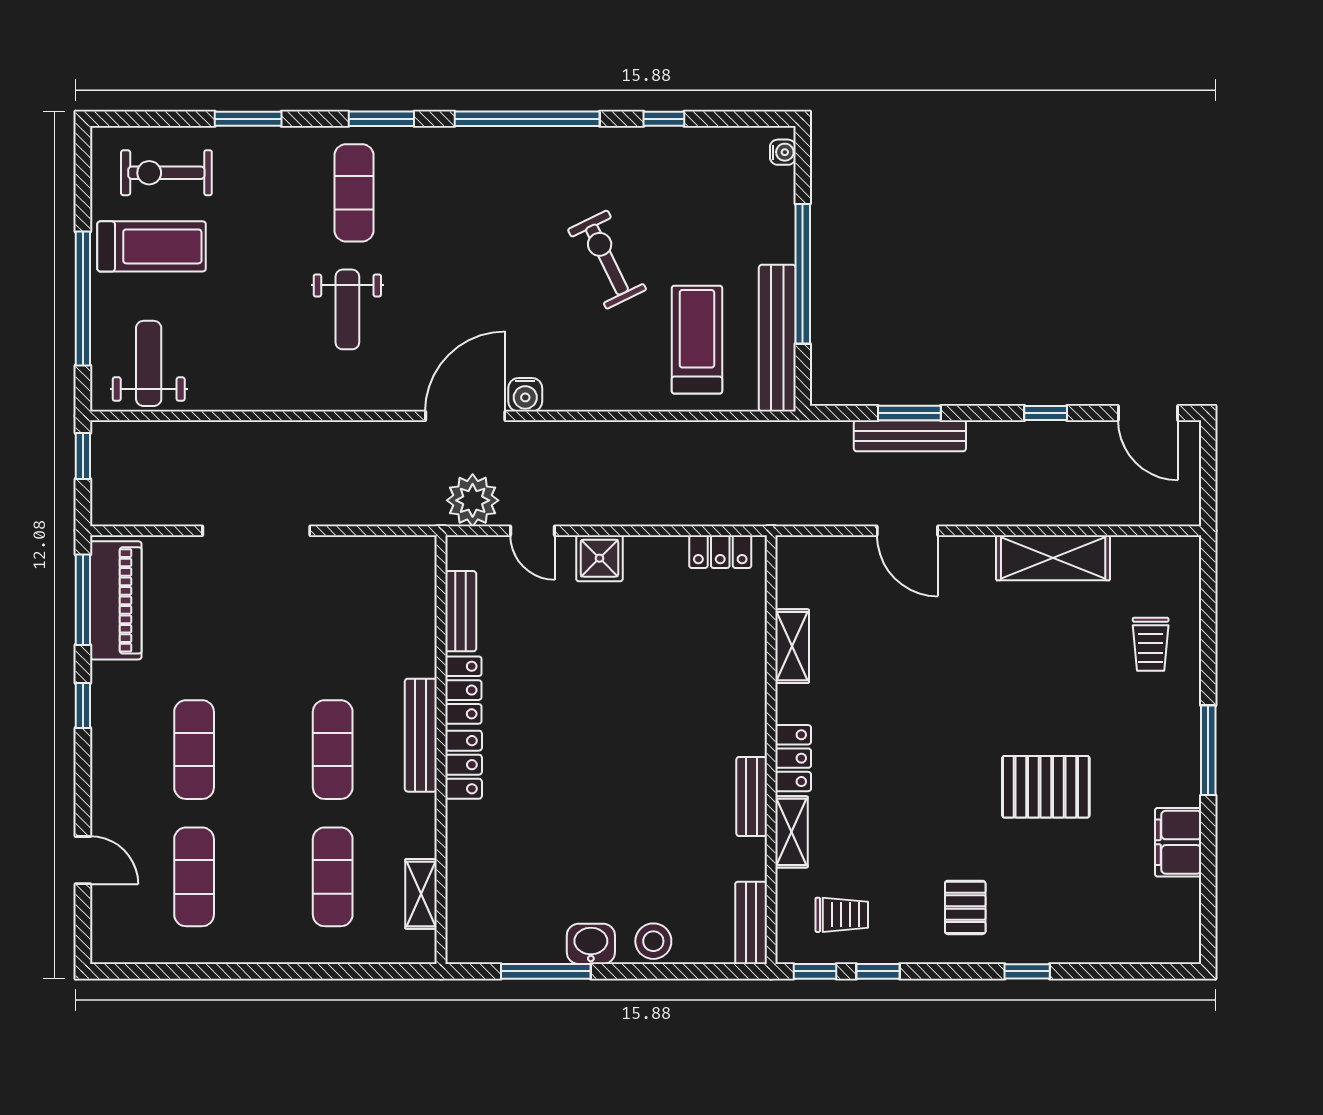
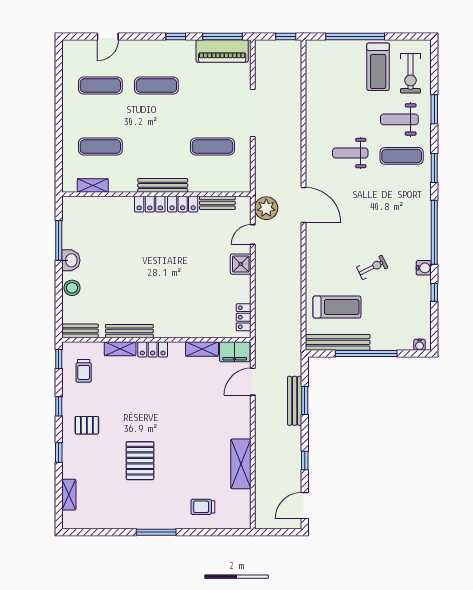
exercise bike: (166, 173) -> (411, 73), turned 180
exercise bike: (607, 260) -> (372, 267), width x0.73, depth x0.72
weight bench: (149, 363) -> (399, 119), moved, turned 180
water cooler: (525, 395) -> (424, 268), moved, turned 180
door: (907, 531) -> (253, 382), moved
exercise mat: (333, 750) -> (212, 147), moved
bench: (752, 797) -> (129, 331), width x1.36
filing cabinet: (1178, 842) -> (235, 352), moved, turned 180
shelving: (1123, 948) -> (69, 495), added
window: (878, 971) -> (59, 406), moved

